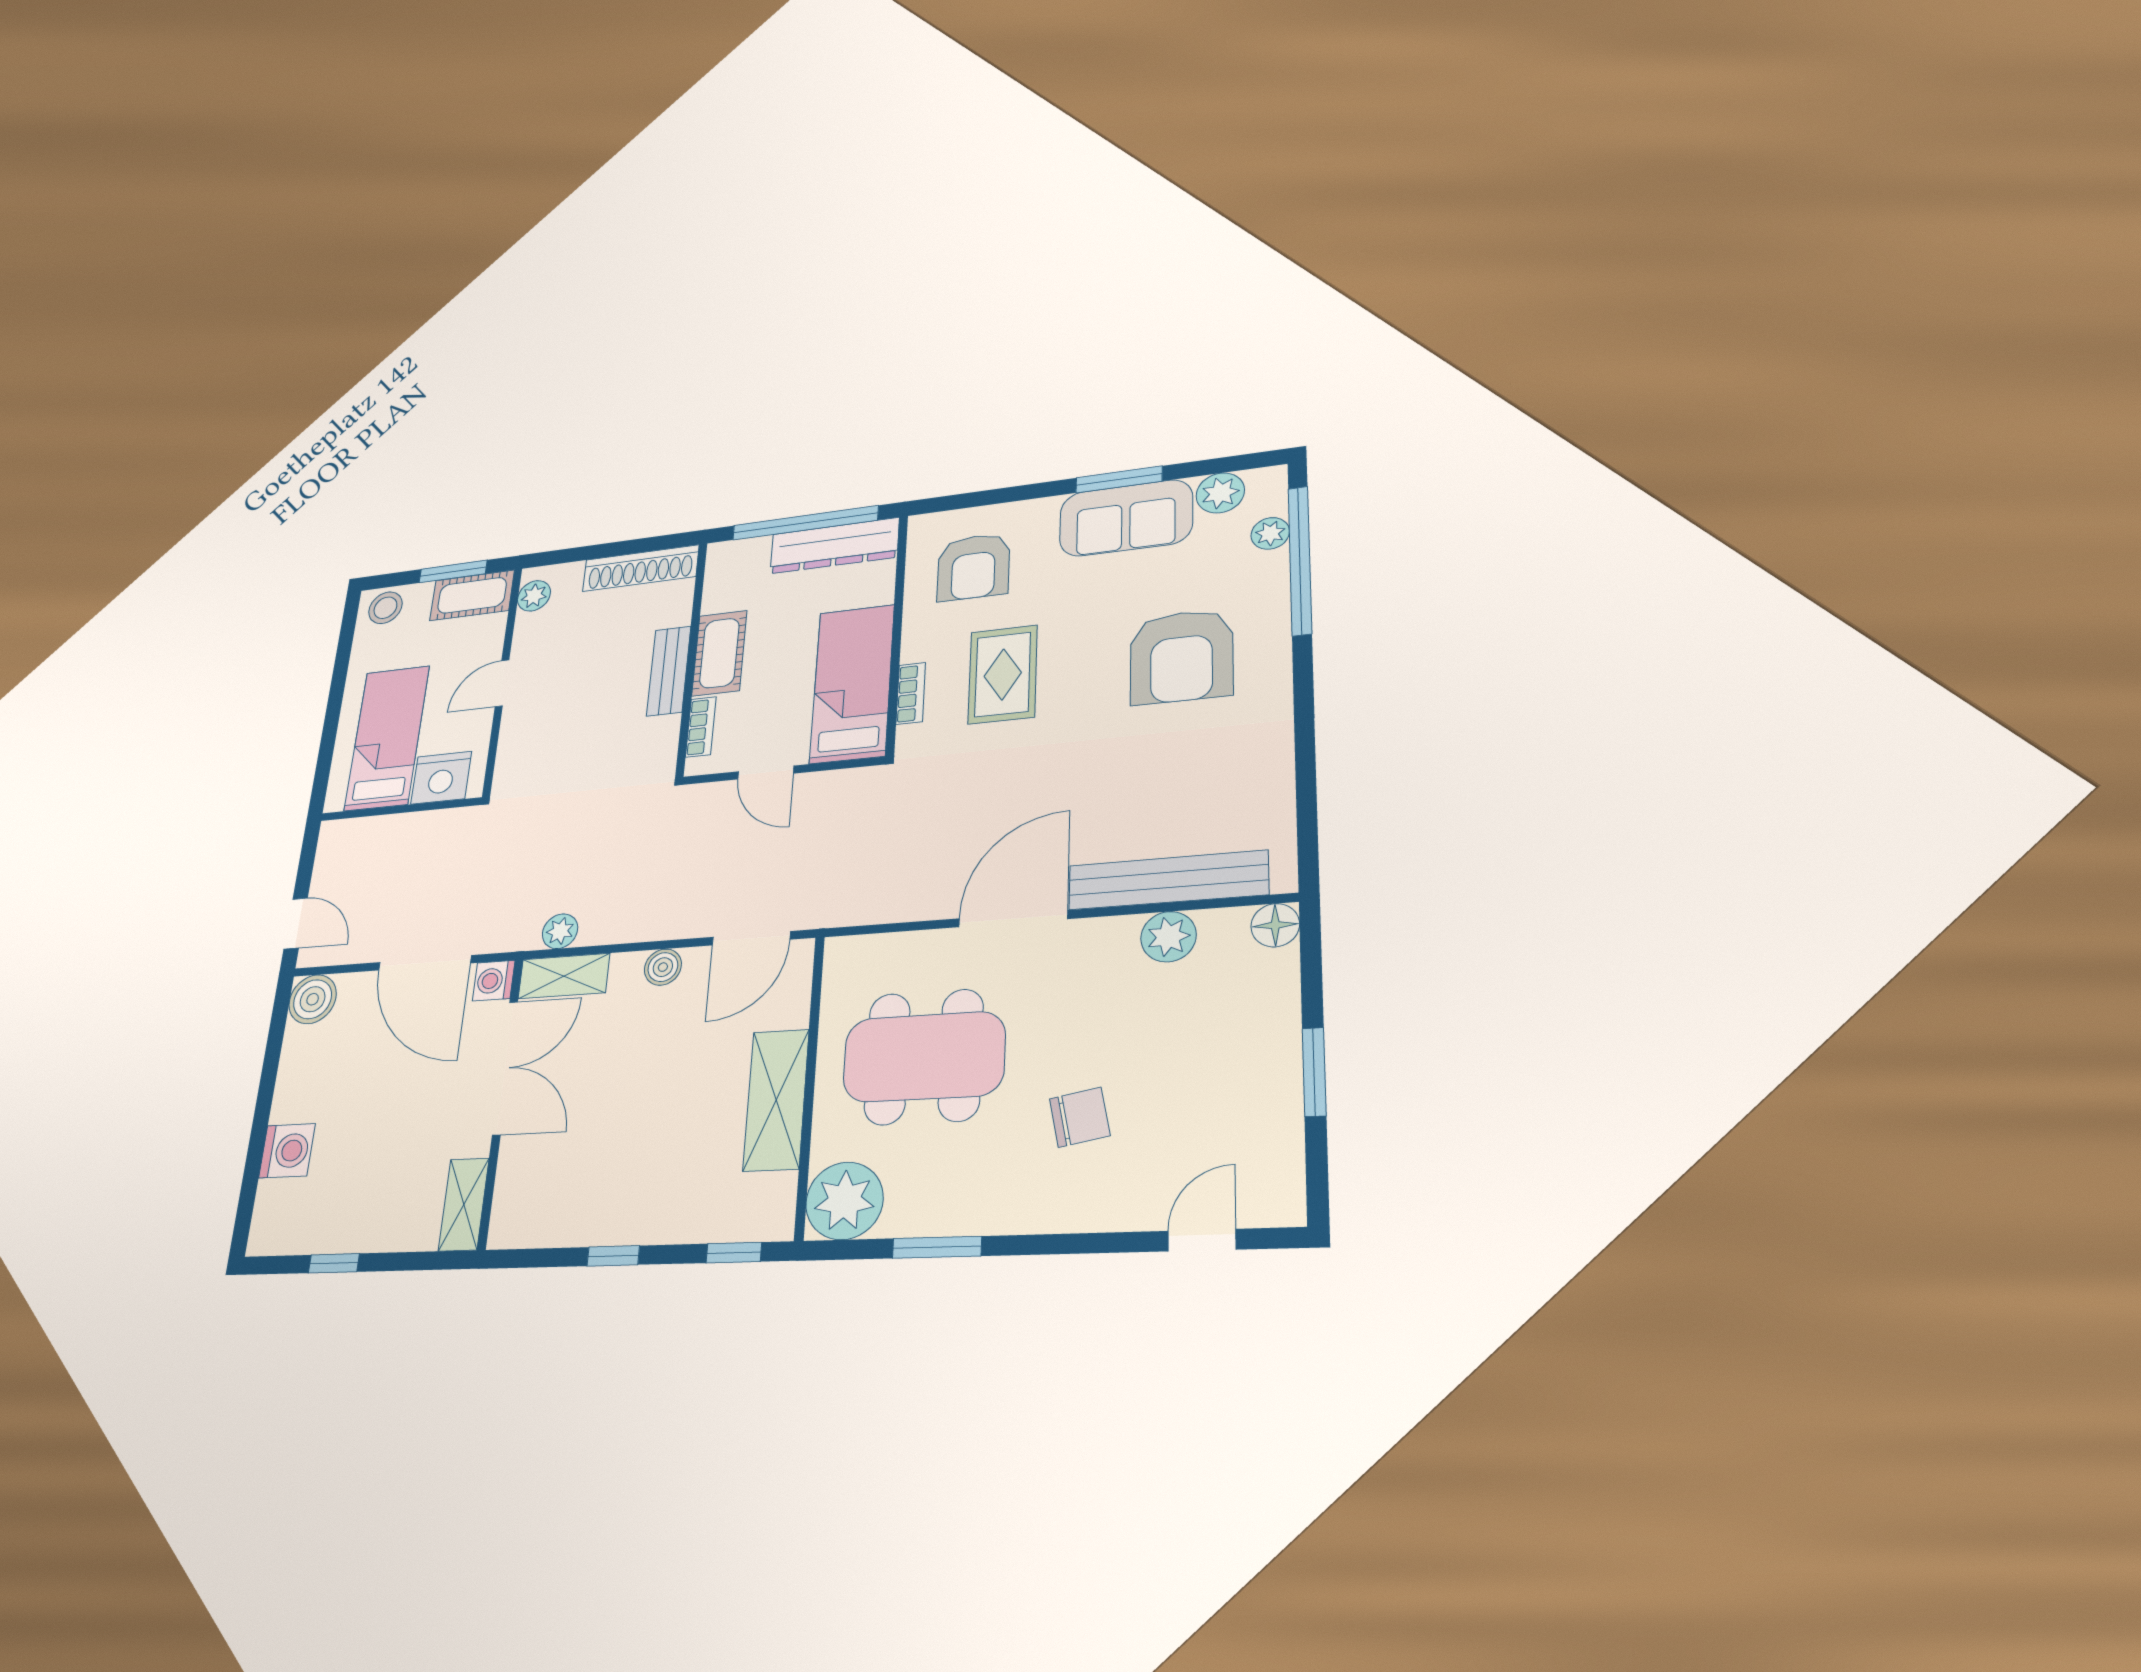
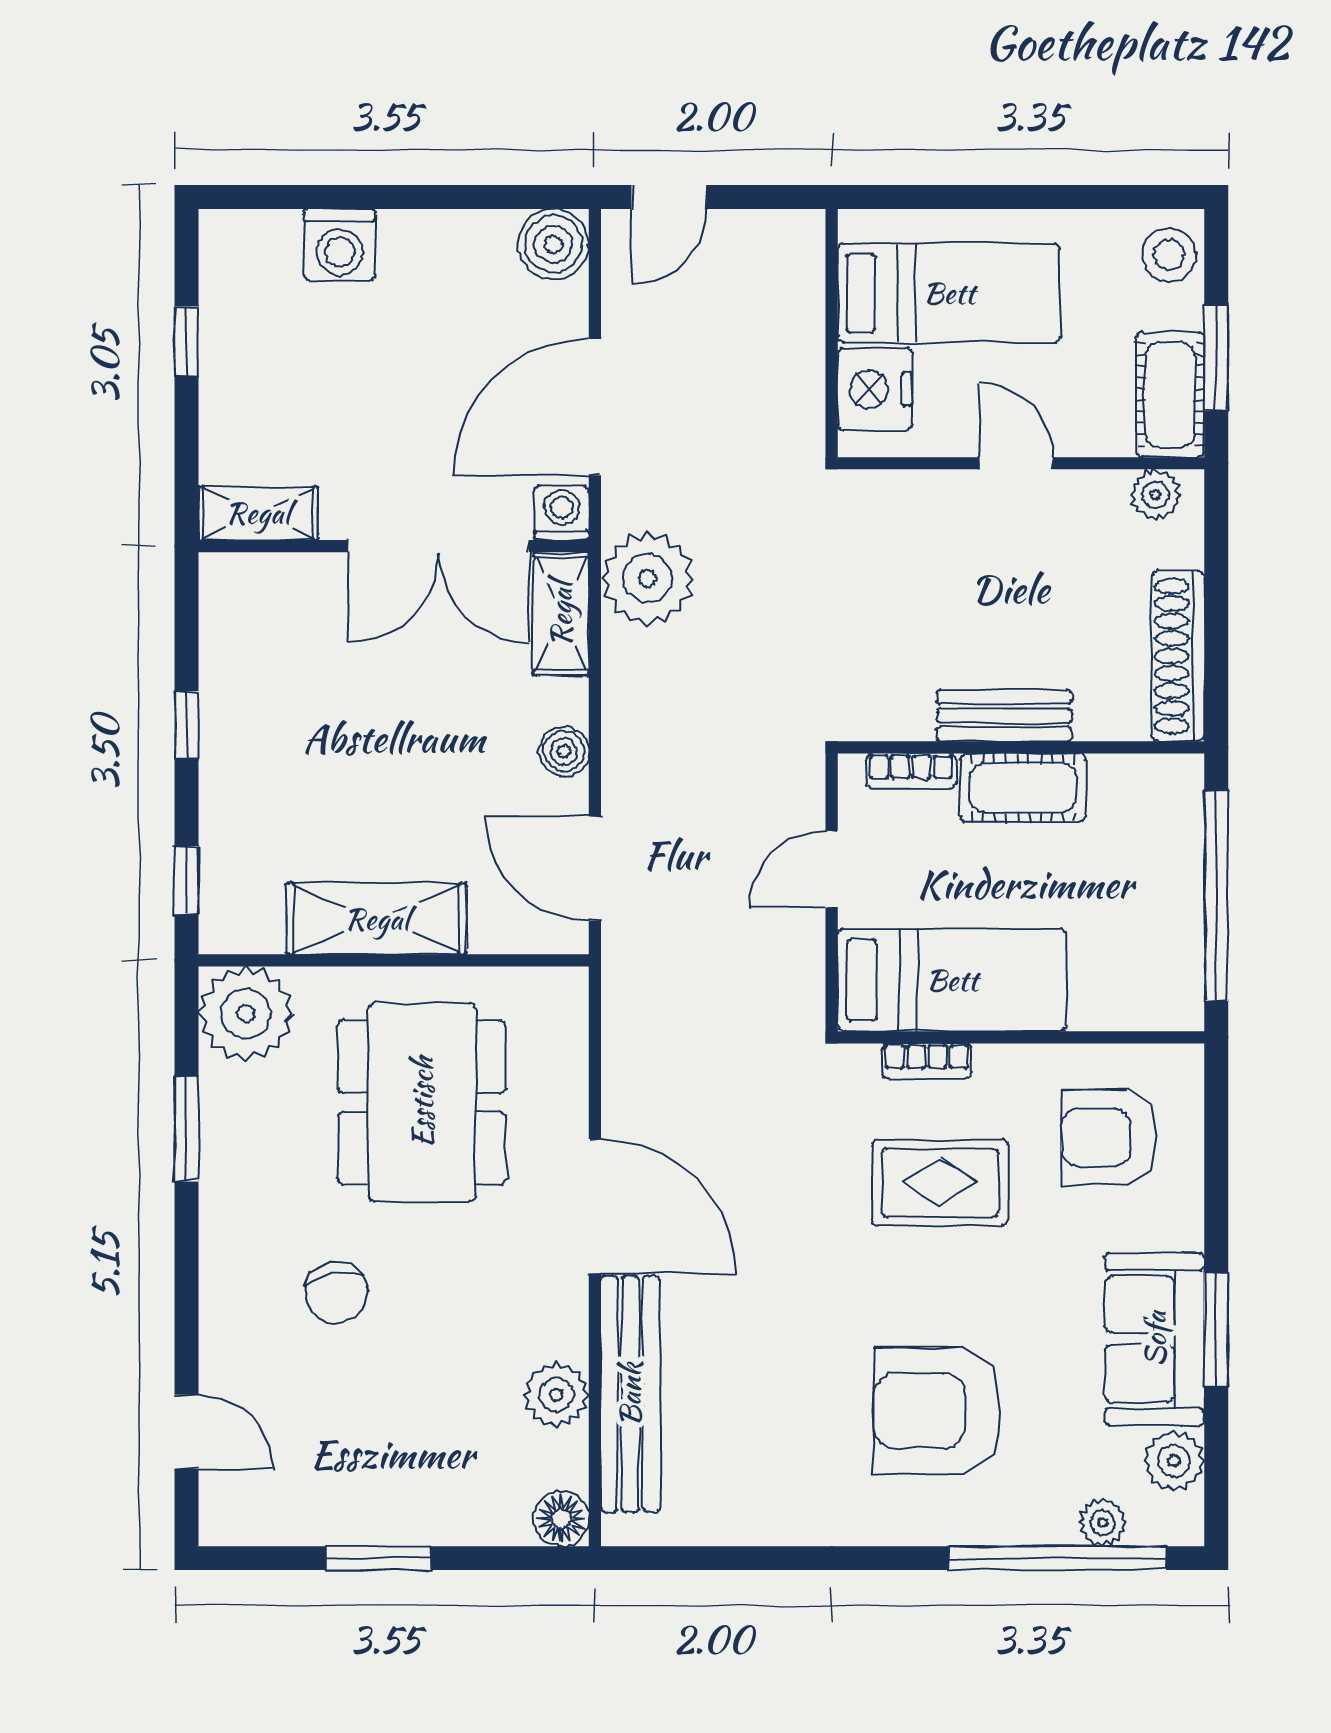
dresser: (834, 546) -> (1172, 941), removed
plant: (560, 931) -> (647, 578), width x1.88, depth x1.88

